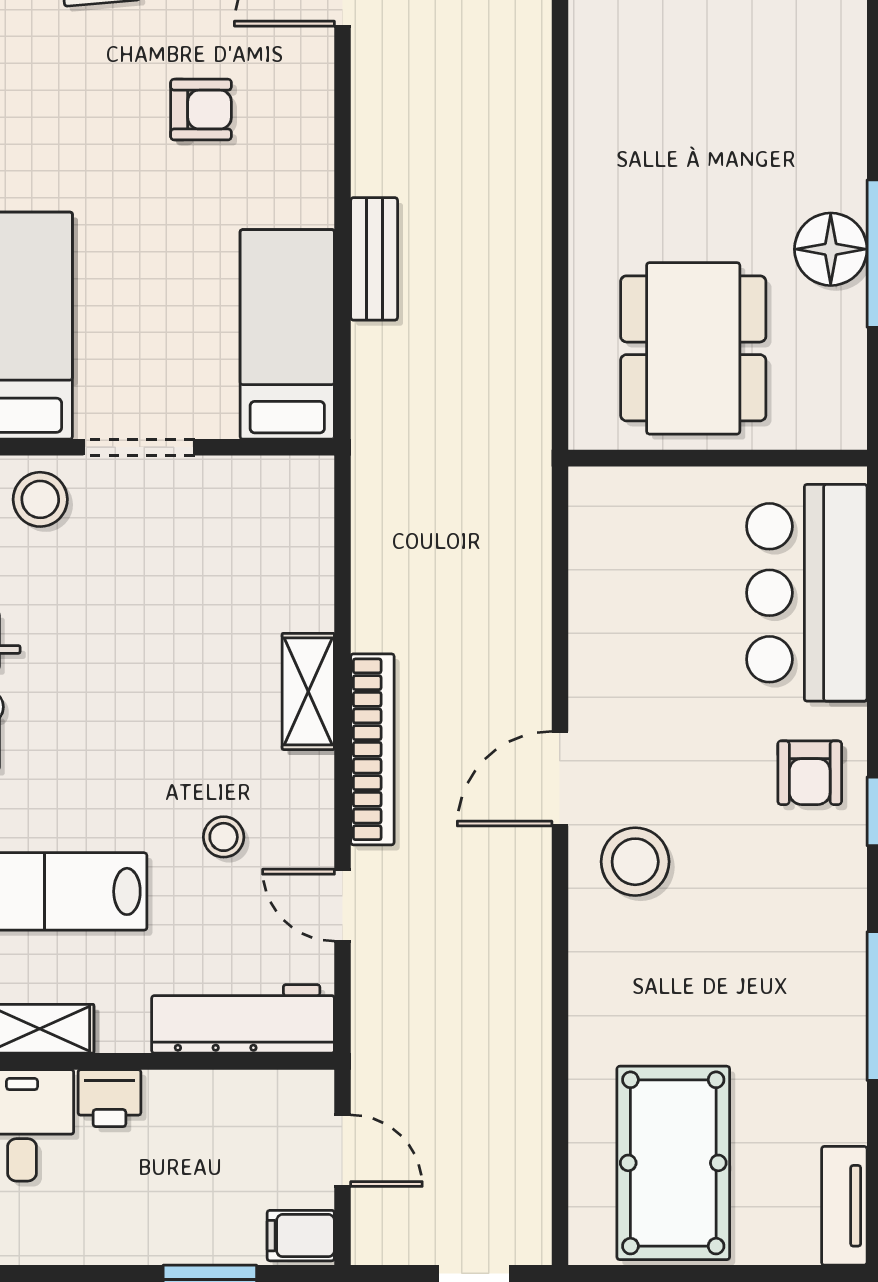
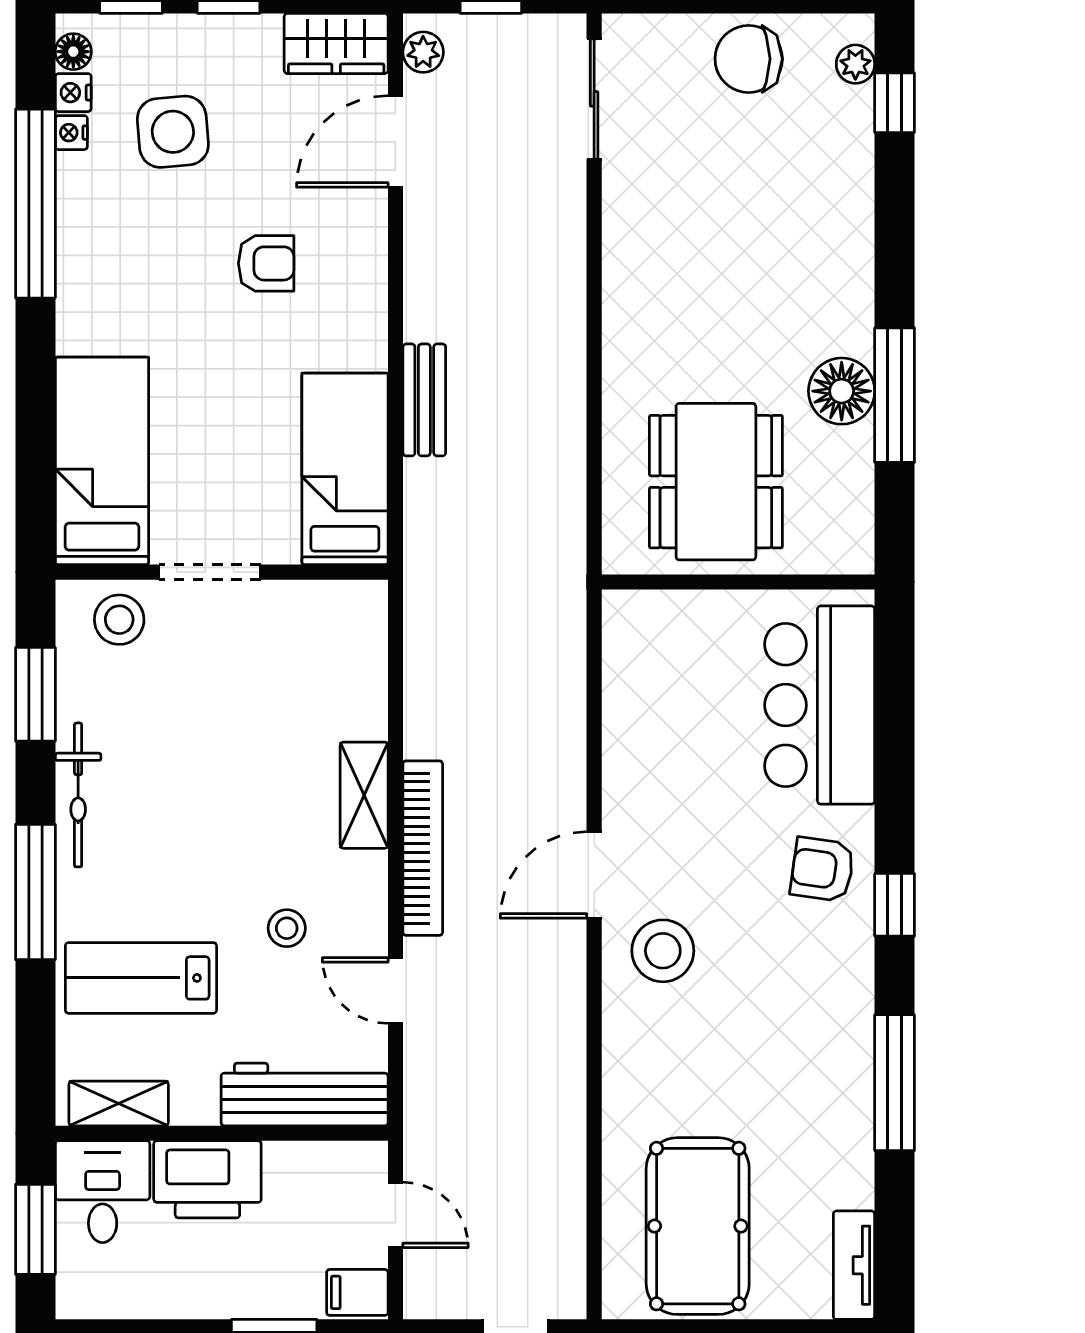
armchair: (810, 773) -> (822, 869), turned 98
printer: (109, 1098) -> (207, 1179), width x1.87, depth x1.48

